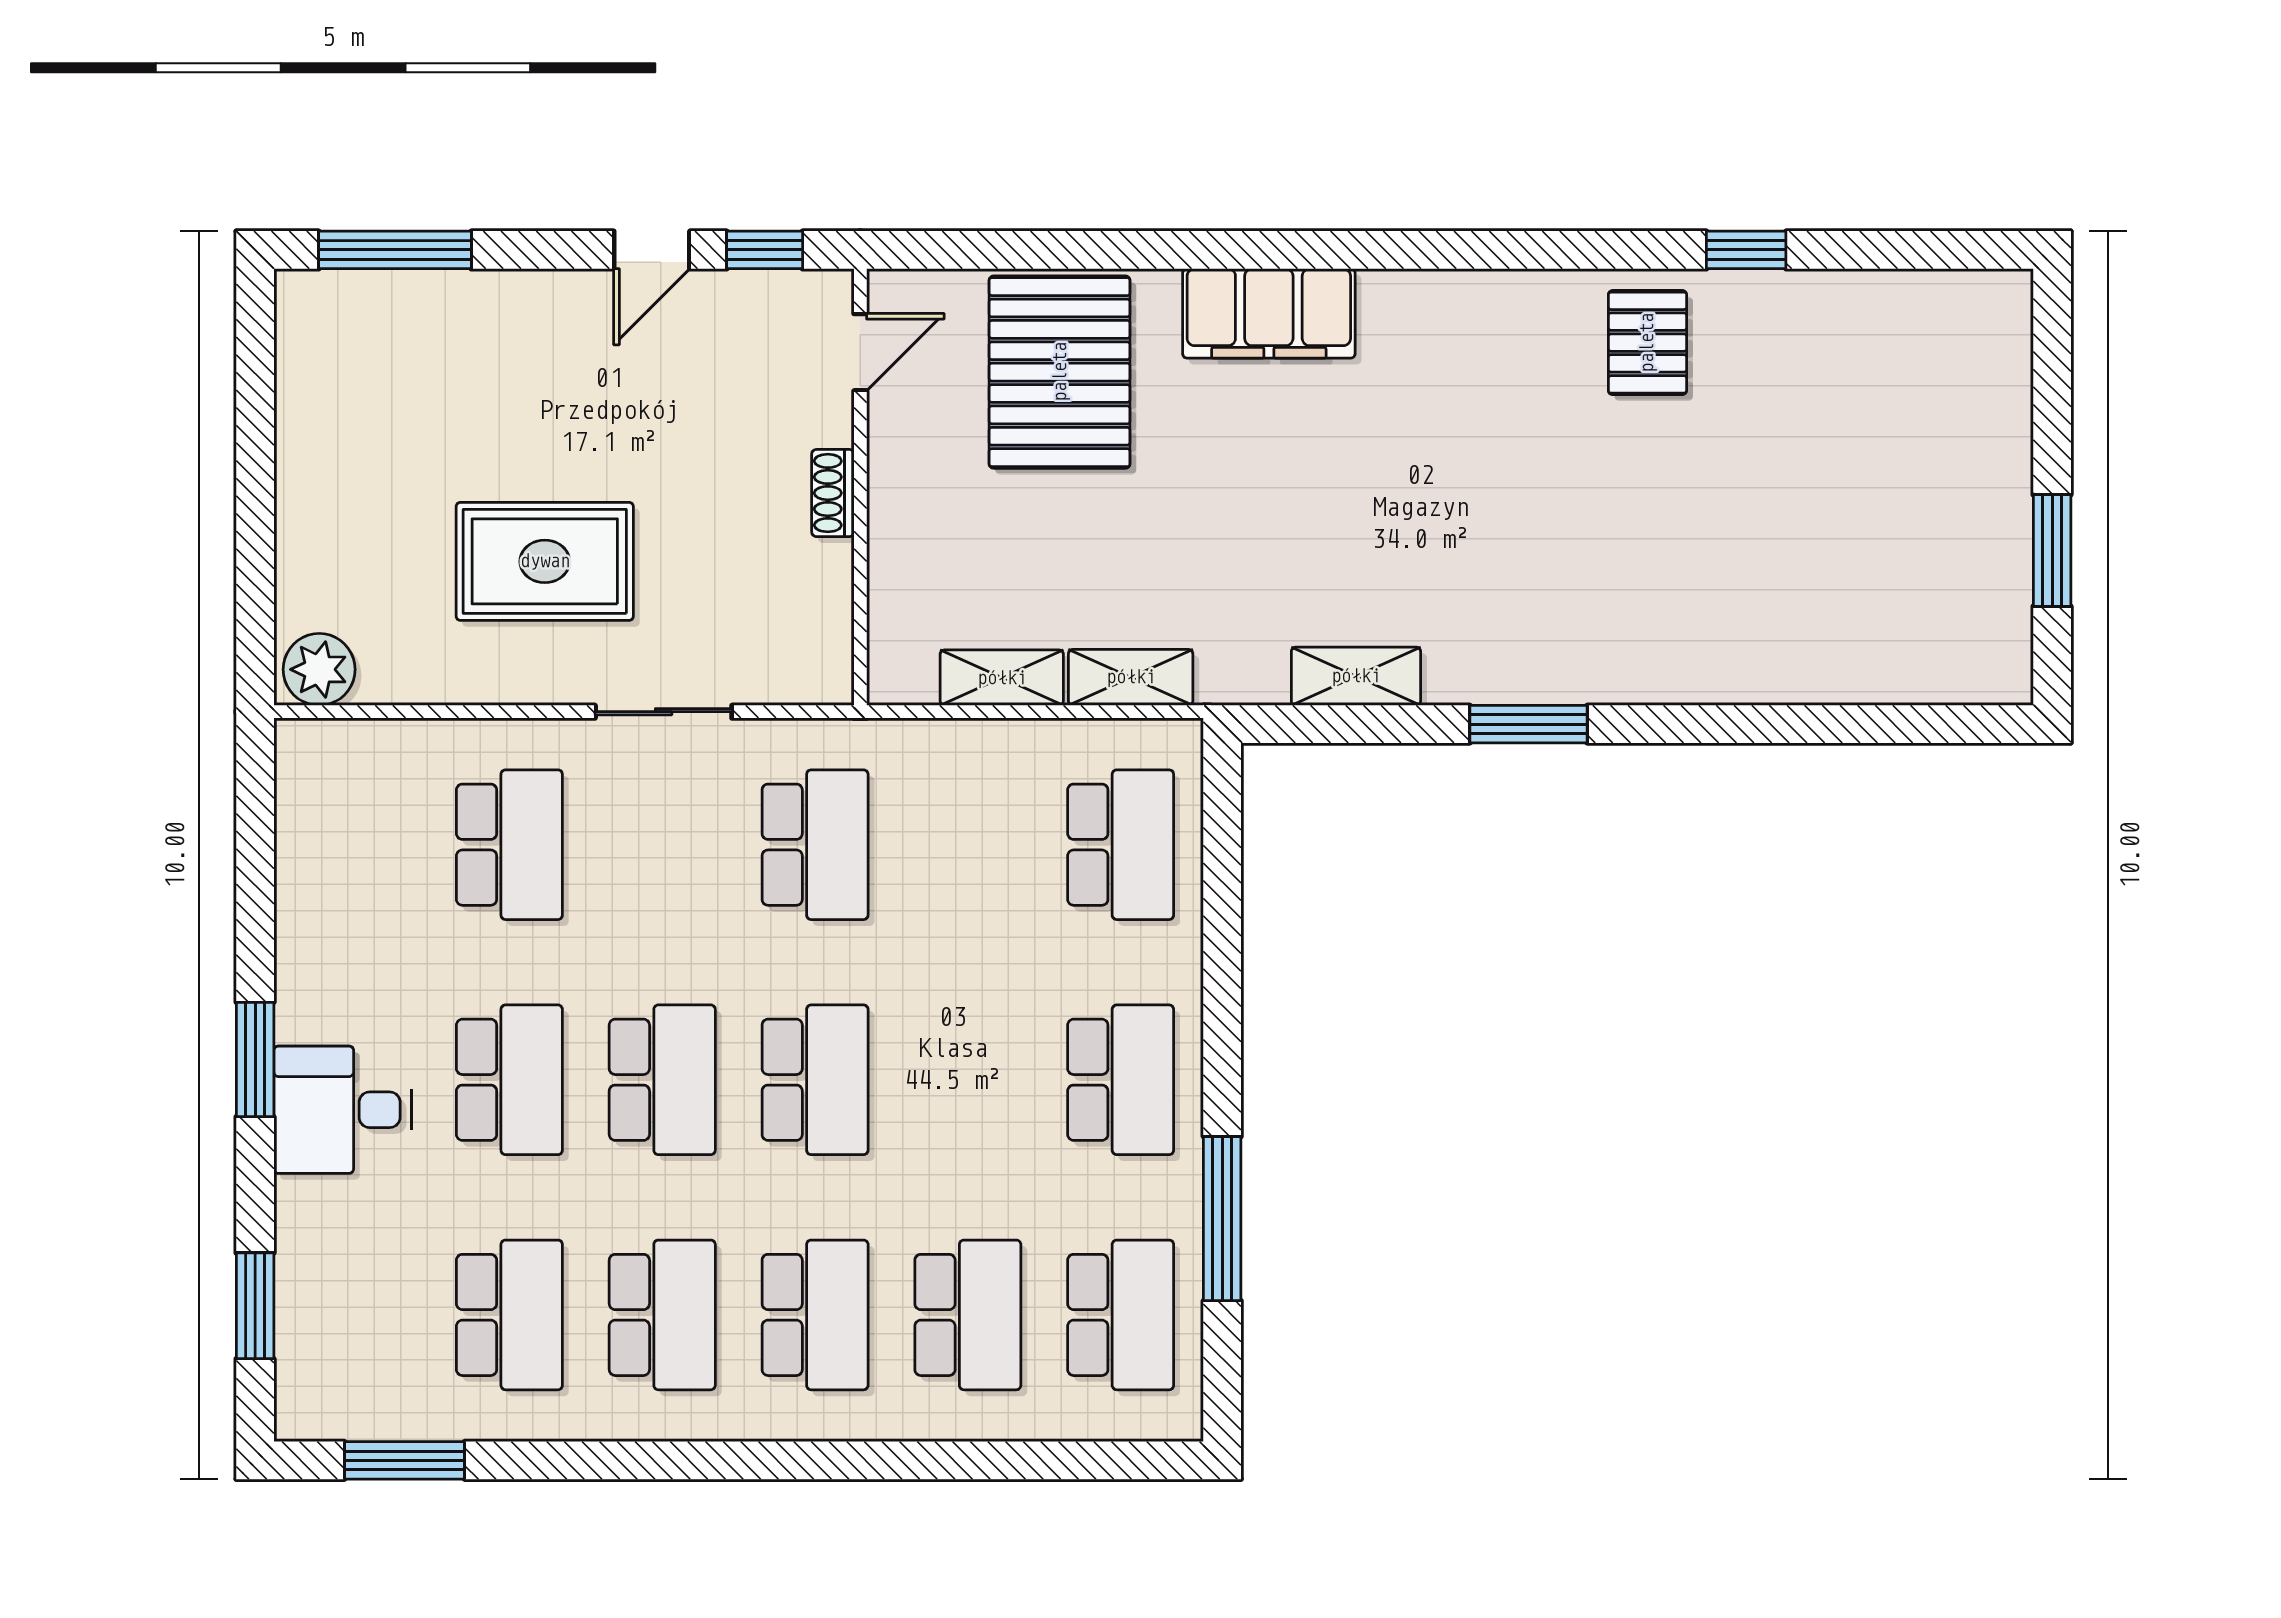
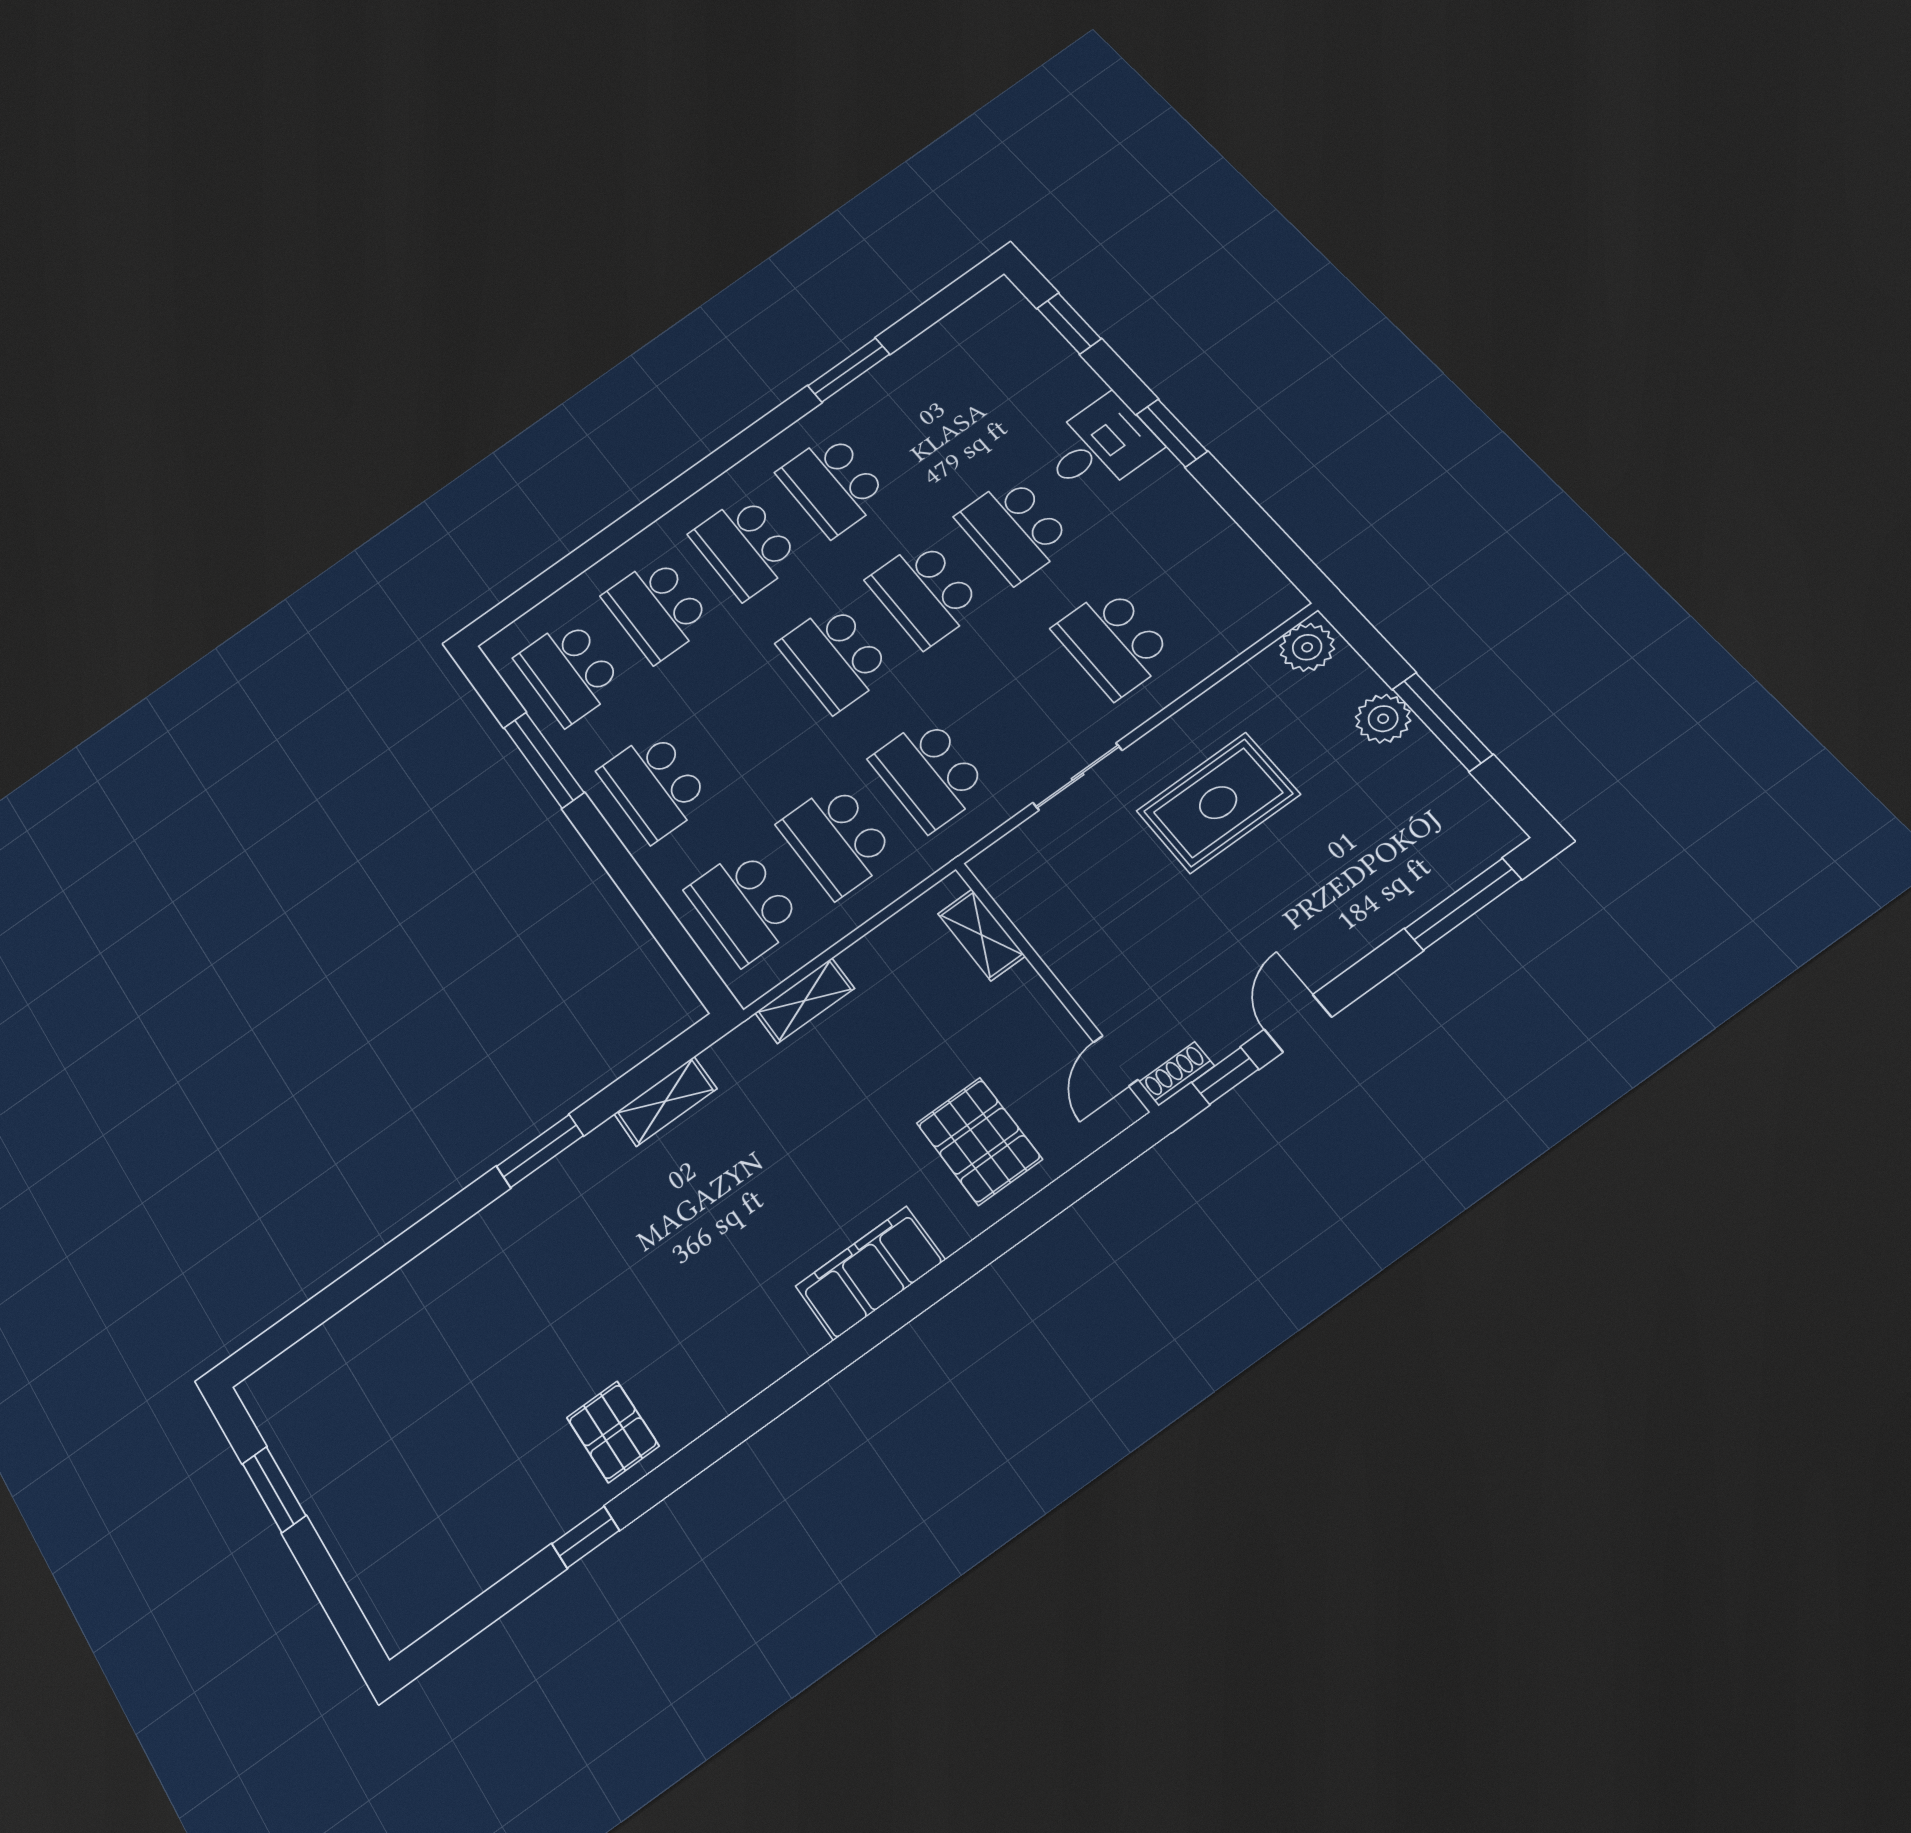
pallet: (1060, 372) -> (979, 1141), width x0.73, depth x0.71
window: (255, 469) -> (1442, 722), added
shoe rack: (833, 493) -> (1177, 1074), moved, turned -90
plant: (309, 521) -> (1383, 719), added
shelving: (1002, 678) -> (981, 935), moved, turned 90
school desk: (509, 1315) -> (837, 840), moved
window: (405, 1460) -> (849, 370), moved

